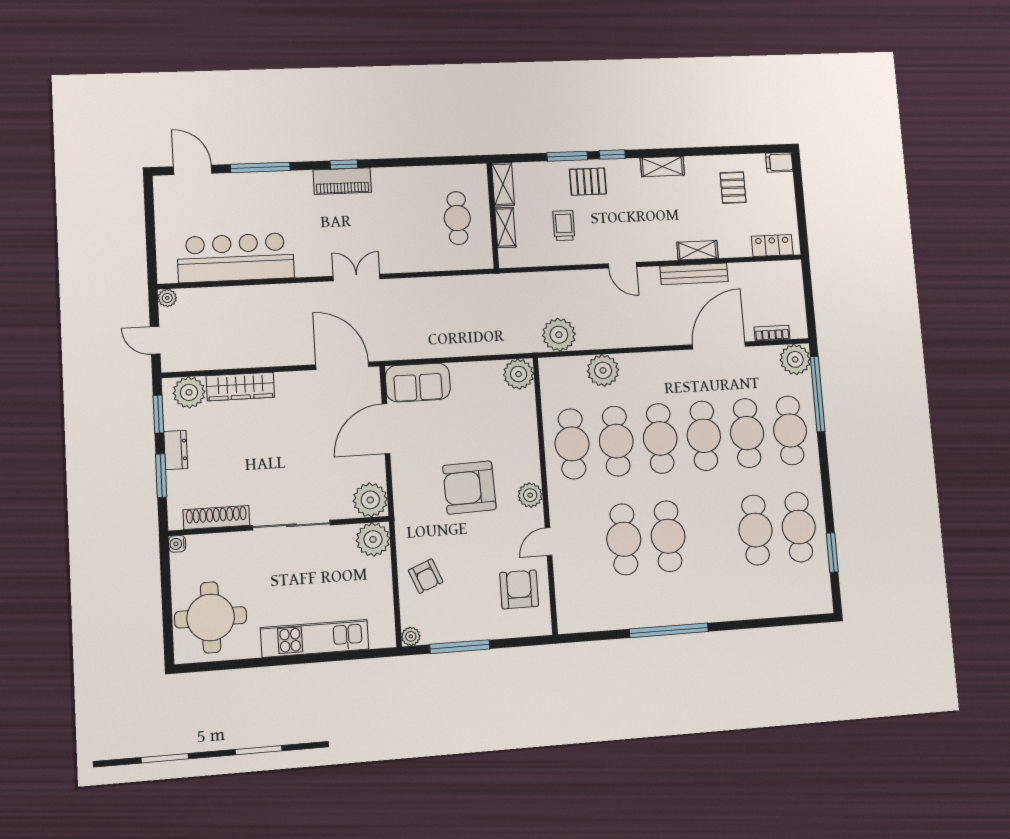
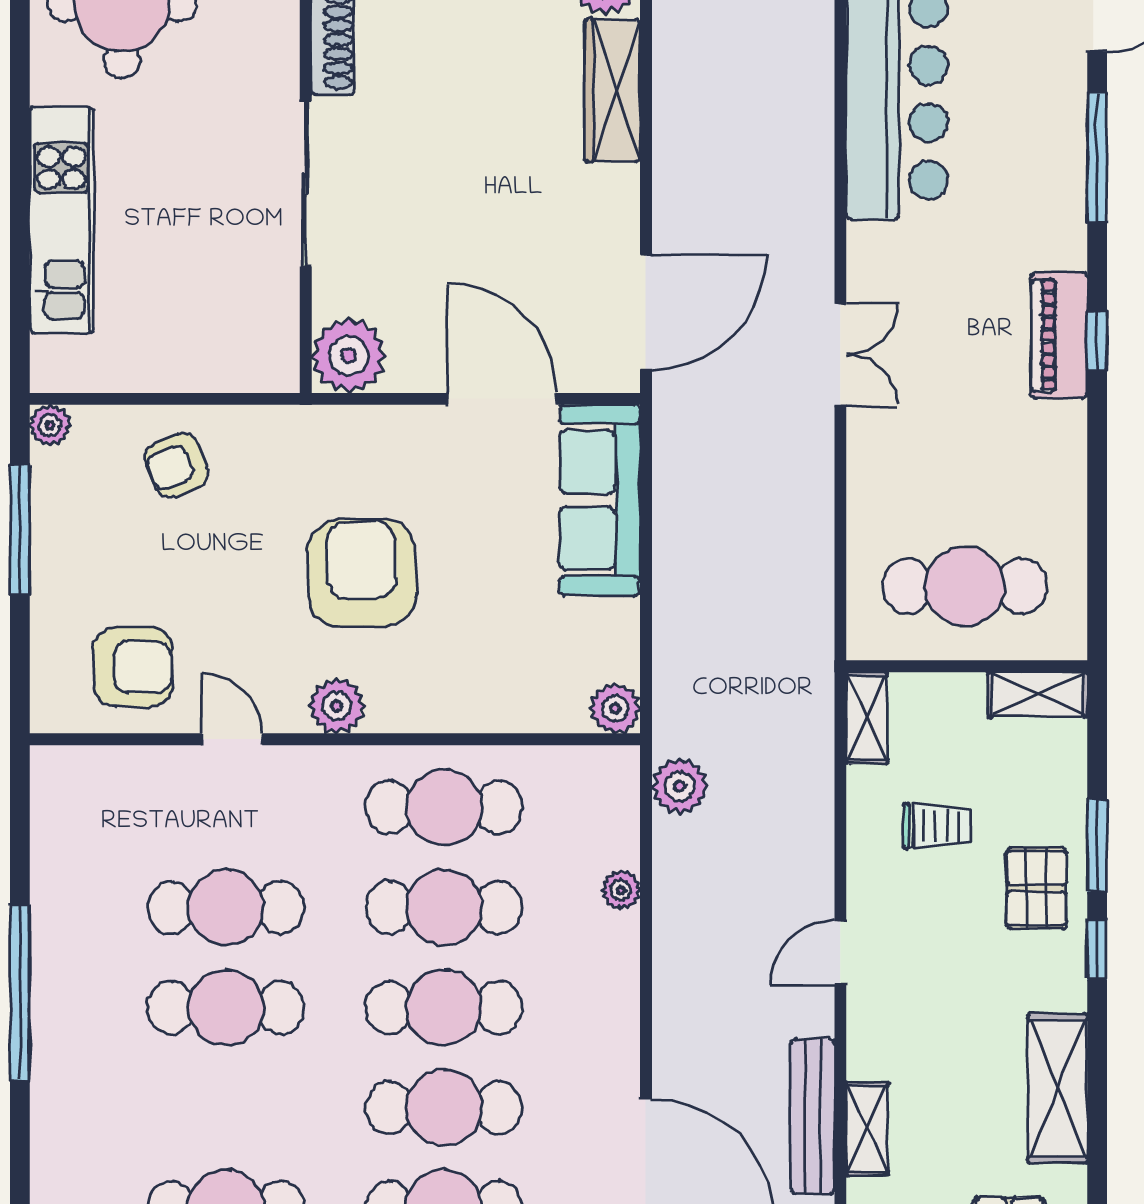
shelving: (662, 166) -> (1058, 1088), width x1.50, depth x1.33
cafe table: (457, 218) -> (965, 586), width x1.37, depth x1.35
shelving: (505, 227) -> (867, 718), moved, turned 90
plant: (559, 335) -> (680, 786), width x0.73, depth x0.73
plant: (603, 370) -> (621, 890), width x0.53, depth x0.53
plant: (519, 374) -> (615, 708), width x0.73, depth x0.73
sofa: (418, 383) -> (600, 500), width x1.36
plant: (373, 539) -> (263, 356), removed

